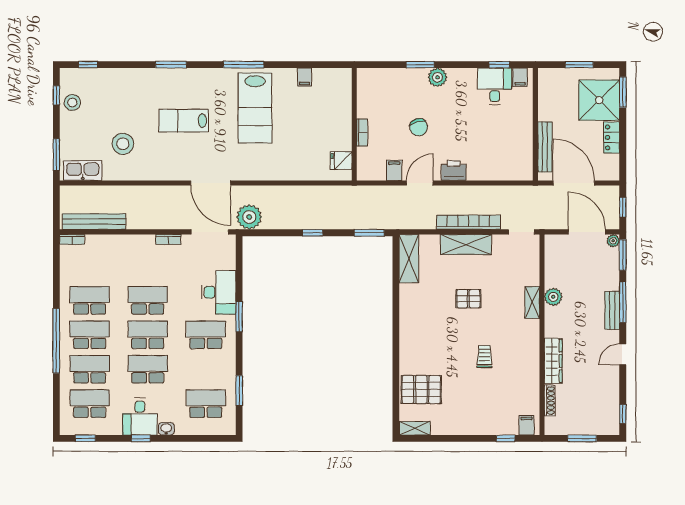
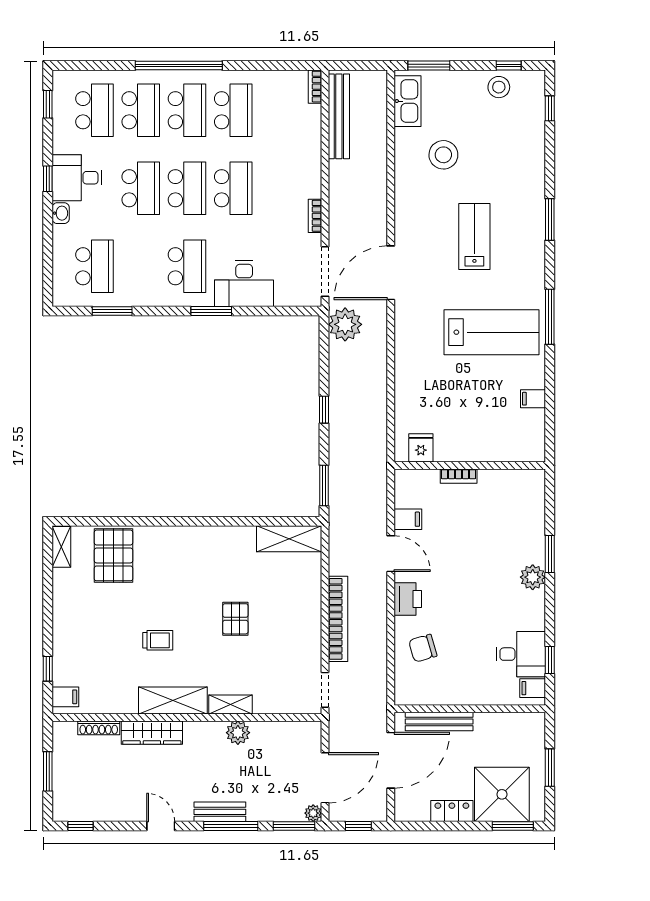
lab bench: (255, 108) -> (491, 332), turned 180
chair: (419, 127) -> (423, 648), moved
shelving: (466, 245) -> (173, 701), moved, turned 90

